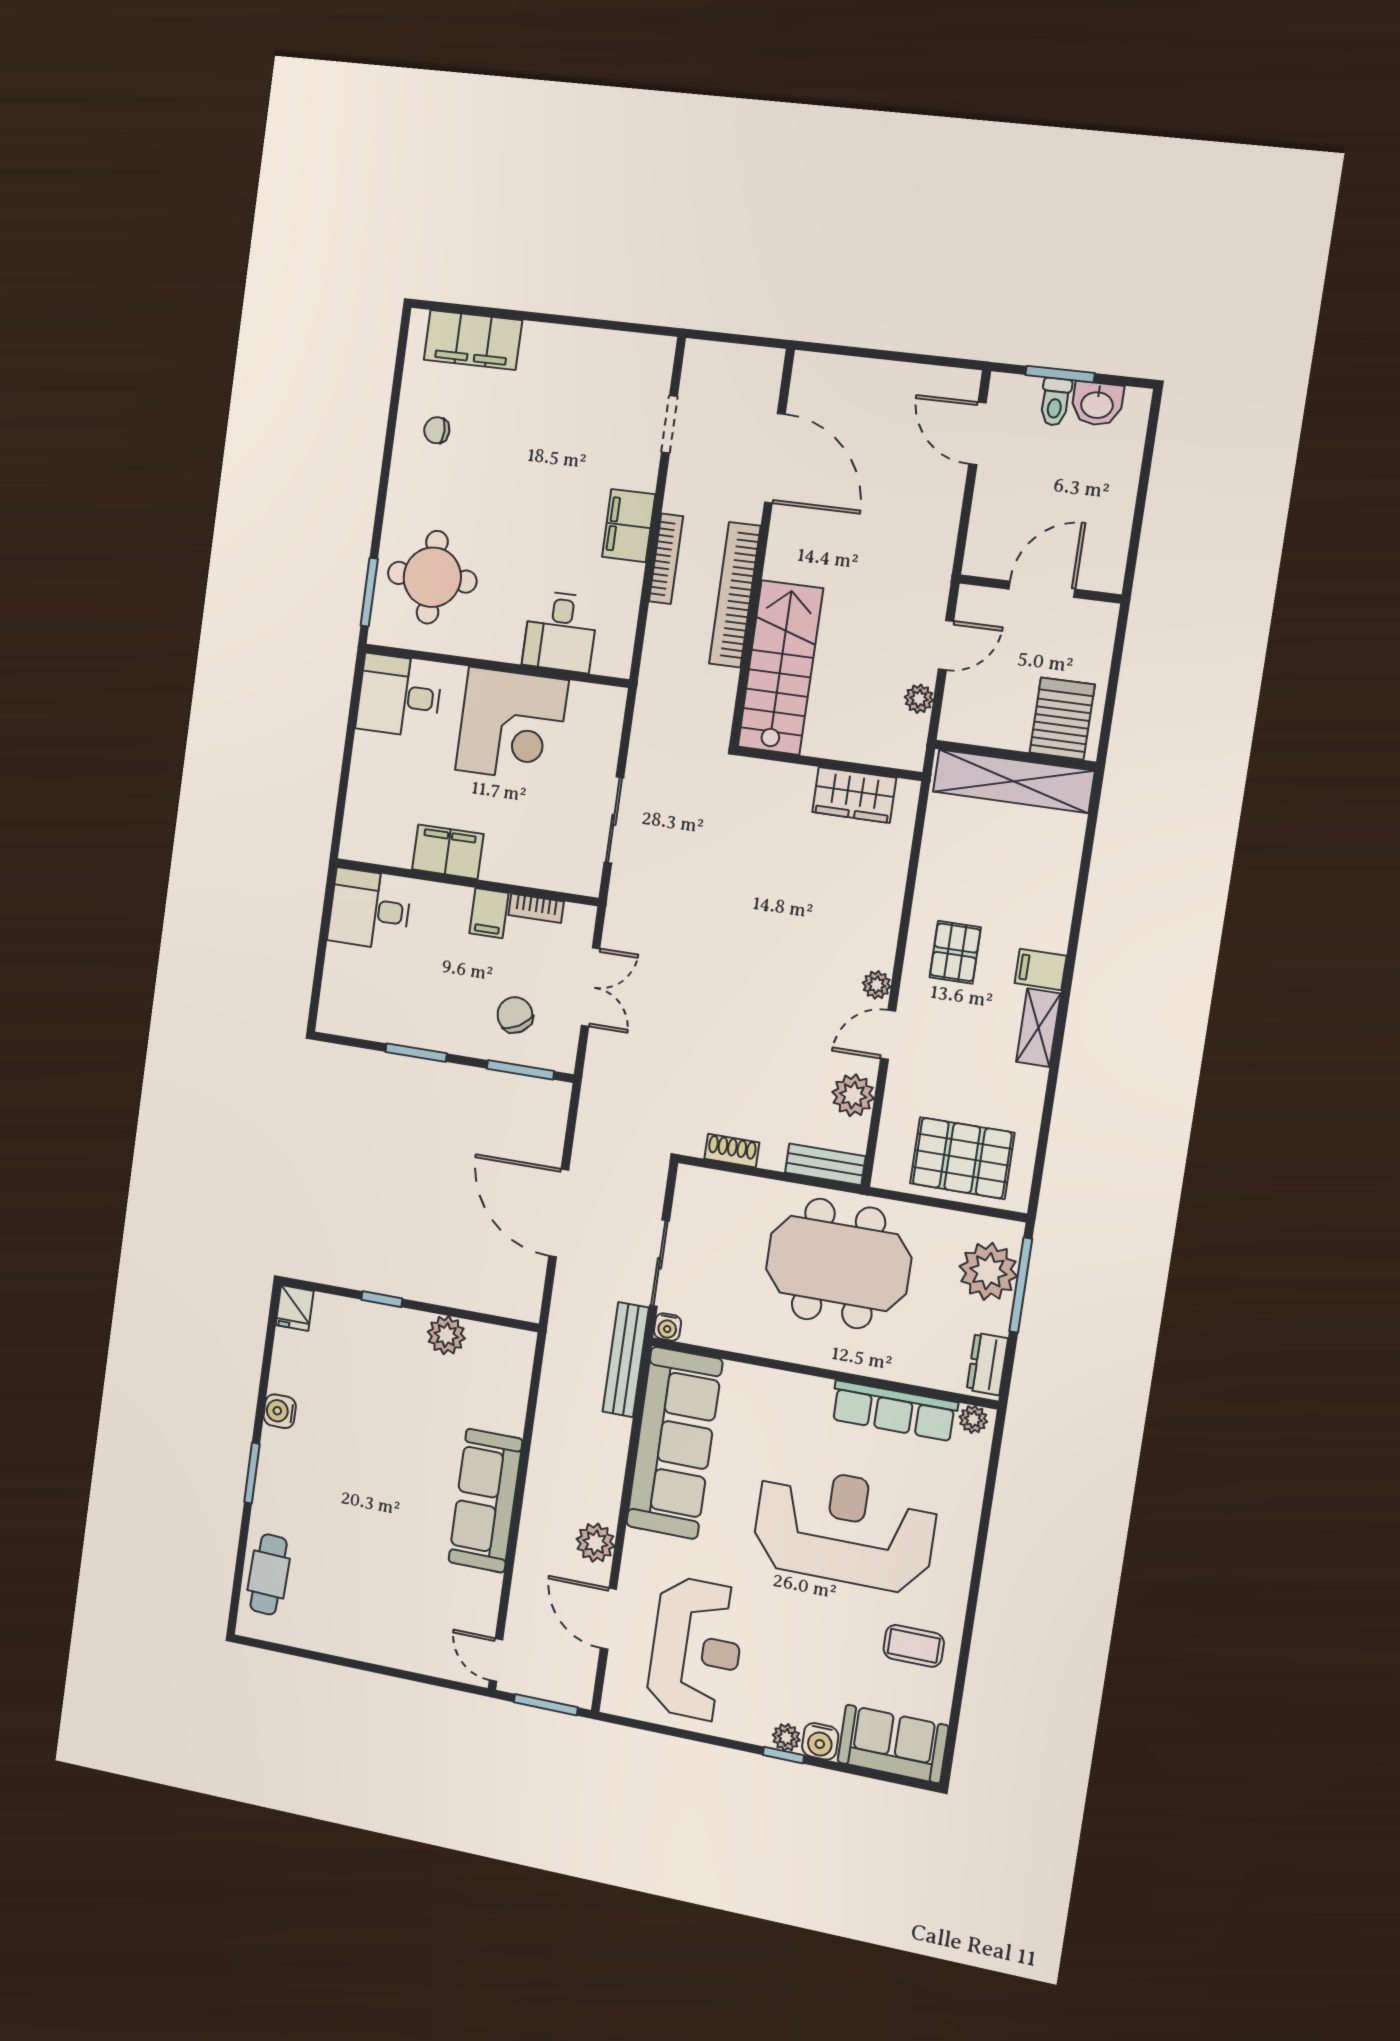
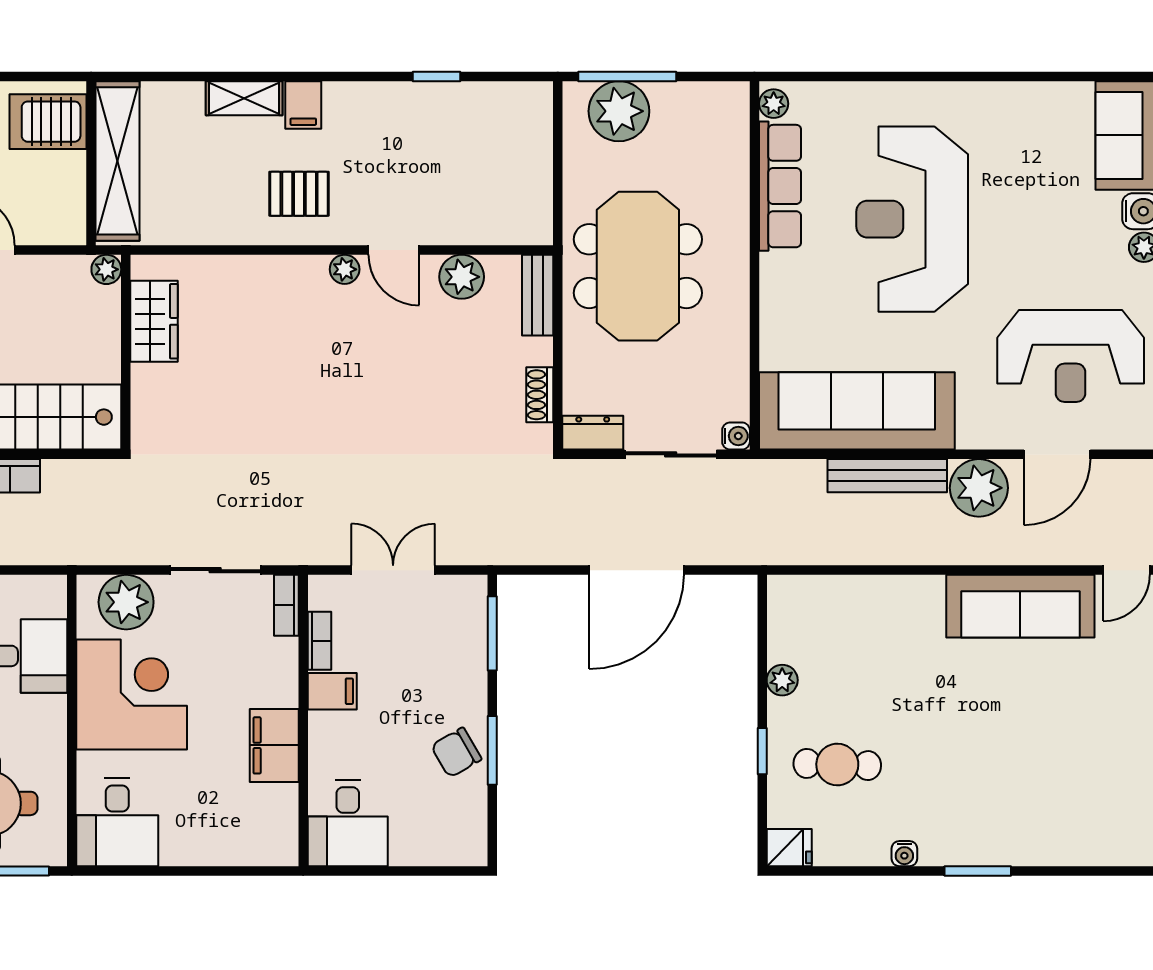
plant: (919, 699) -> (106, 269), moved
plant: (596, 732) -> (126, 602), added
bookcase: (573, 882) -> (286, 605), added
chair: (515, 1015) -> (456, 753), moved
shelving: (1038, 1028) -> (244, 98), moved
window: (1049, 1102) -> (436, 76), added
pallet: (962, 1158) -> (508, 155), removed
plant: (446, 1335) -> (782, 680), width x0.73, depth x0.73
bench: (626, 1360) -> (887, 476), moved
dresser: (987, 1364) -> (593, 433), moved, turned 180
water cooler: (280, 1411) -> (904, 854), width x0.72, depth x0.72
sofa: (485, 1501) -> (1020, 606), moved
plant: (595, 1543) -> (979, 488), width x1.36, depth x1.36
cafe table: (269, 1574) -> (837, 765), moved
coffee table: (914, 1646) -> (1020, 129), removed
reception desk: (696, 1649) -> (1071, 356), turned 180

